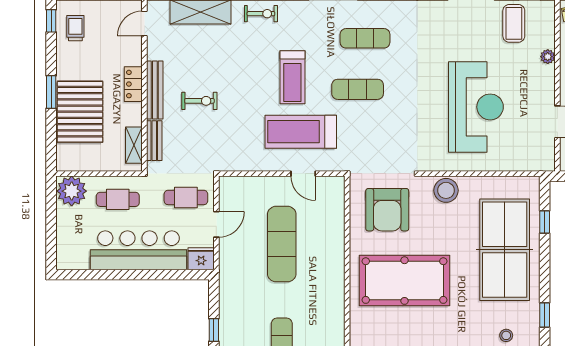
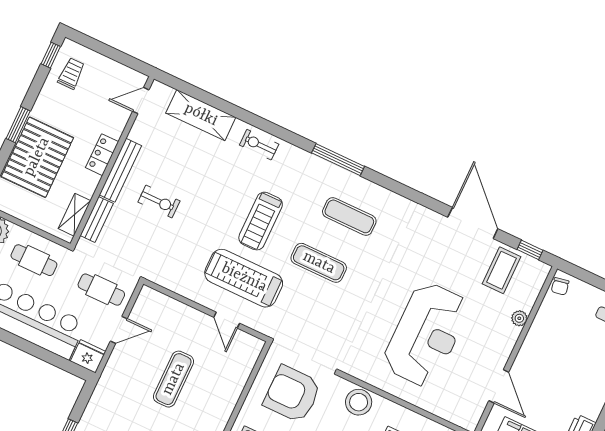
exercise bike: (261, 14) -> (259, 145), turned 180
armchair: (387, 210) -> (292, 394), turned 90
exercise mat: (282, 244) -> (174, 379), width x0.73, depth x0.69

